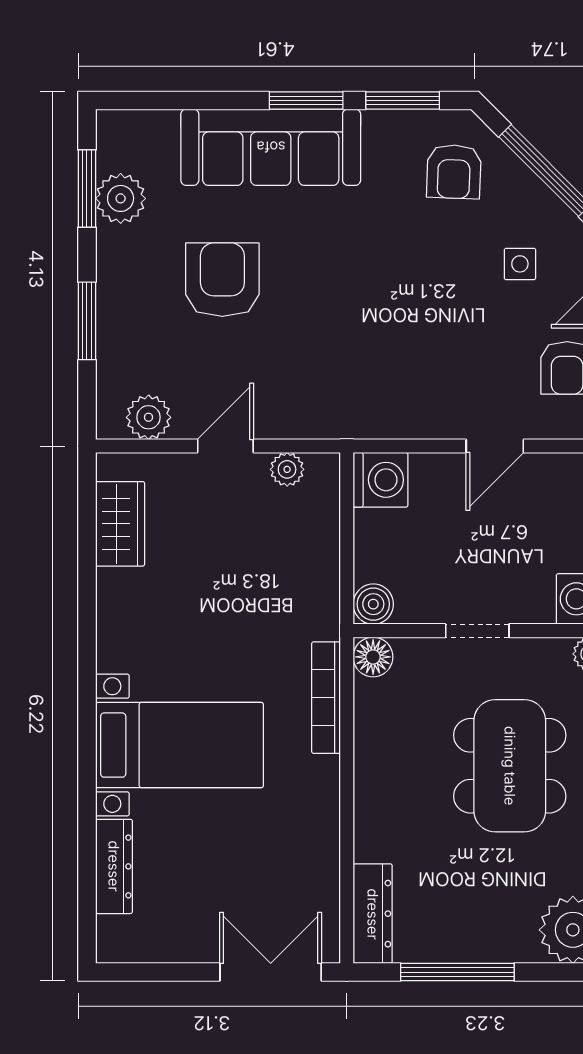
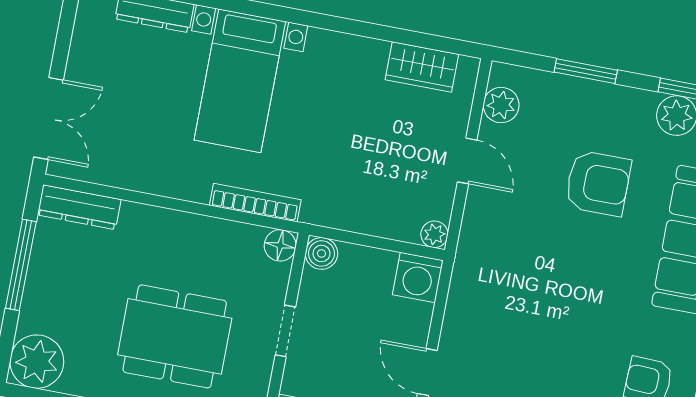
plant: (287, 469) -> (434, 234), moved

